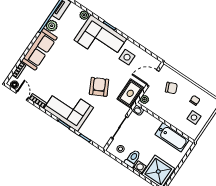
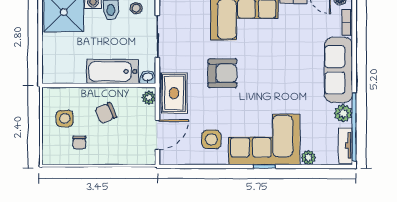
armchair: (99, 87) -> (222, 73), turned -63
chair: (171, 88) -> (106, 113), moved
bathtub: (172, 137) -> (113, 72), moved

